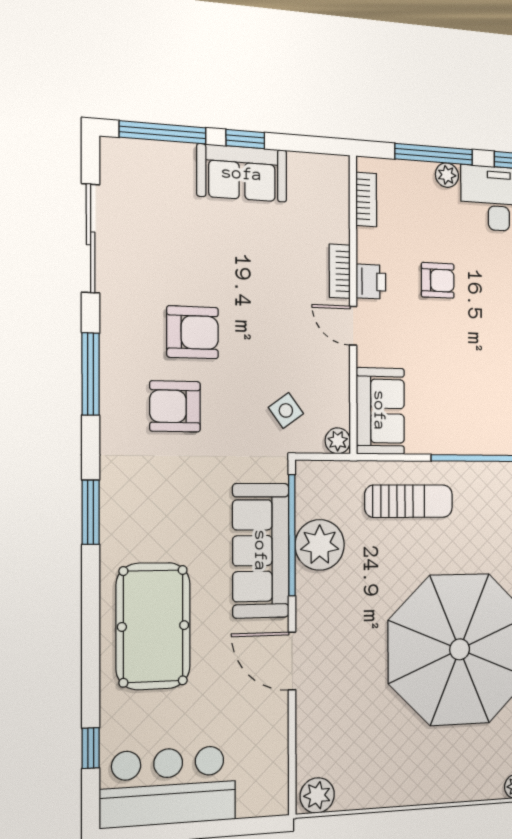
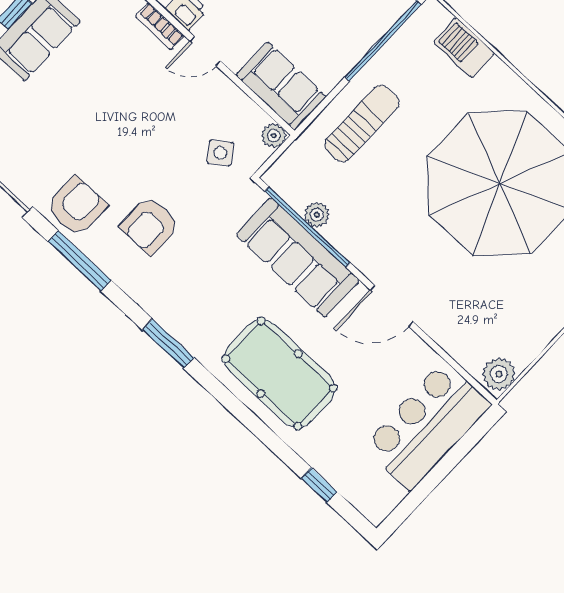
armchair: (193, 332) -> (76, 206), moved
plant: (320, 545) -> (317, 215), width x0.53, depth x0.53
bar counter: (168, 786) -> (427, 425), moved

